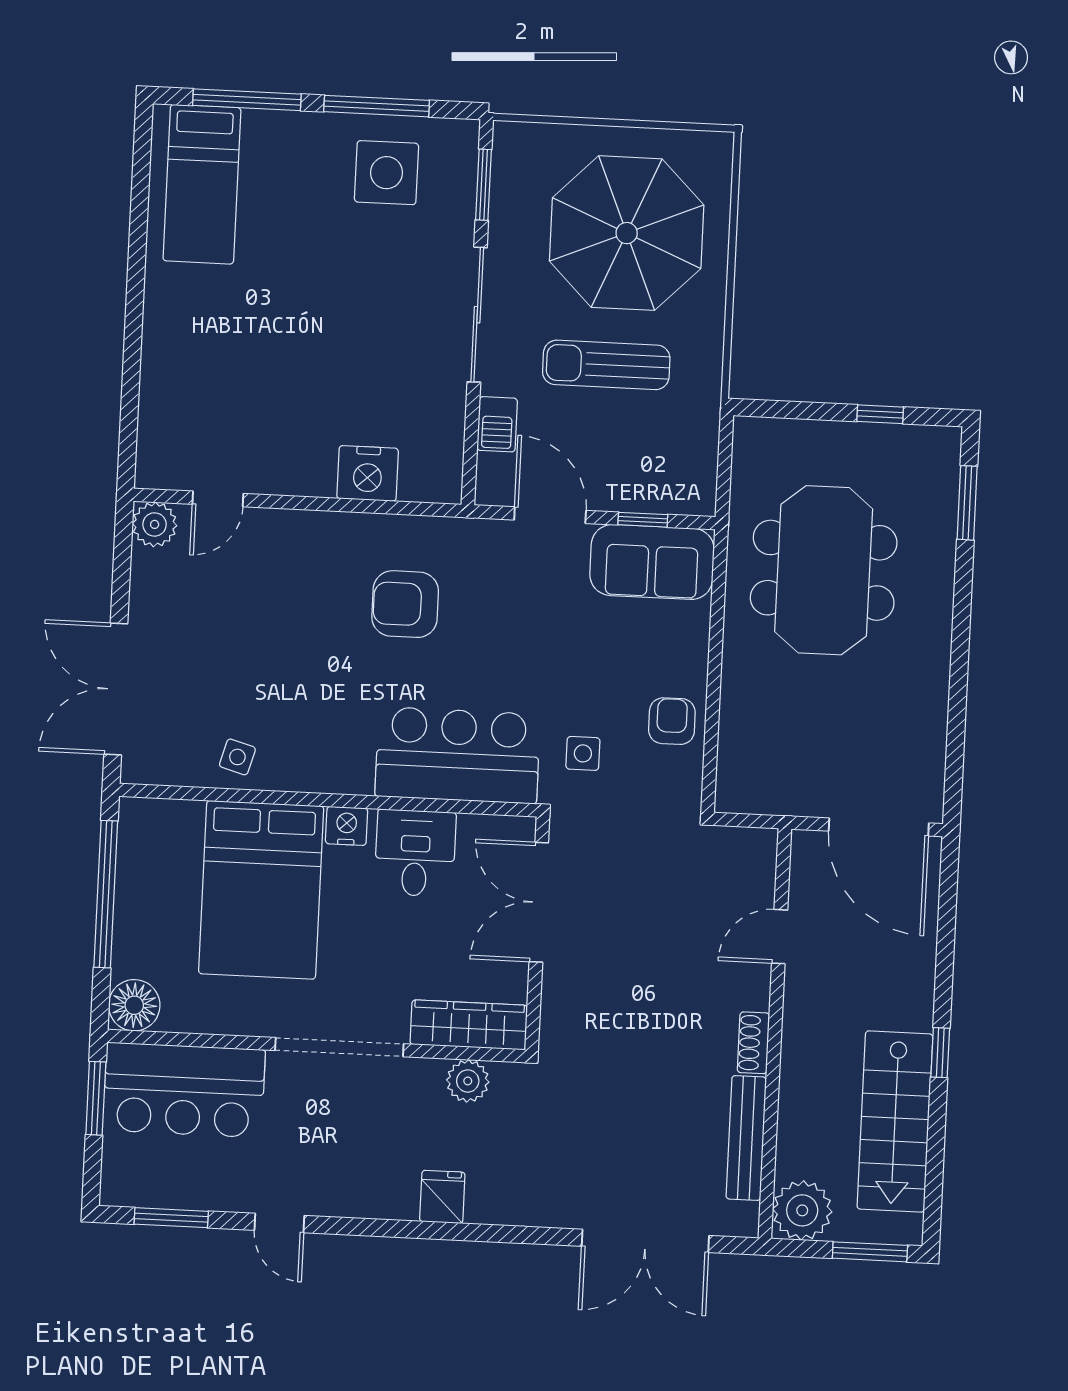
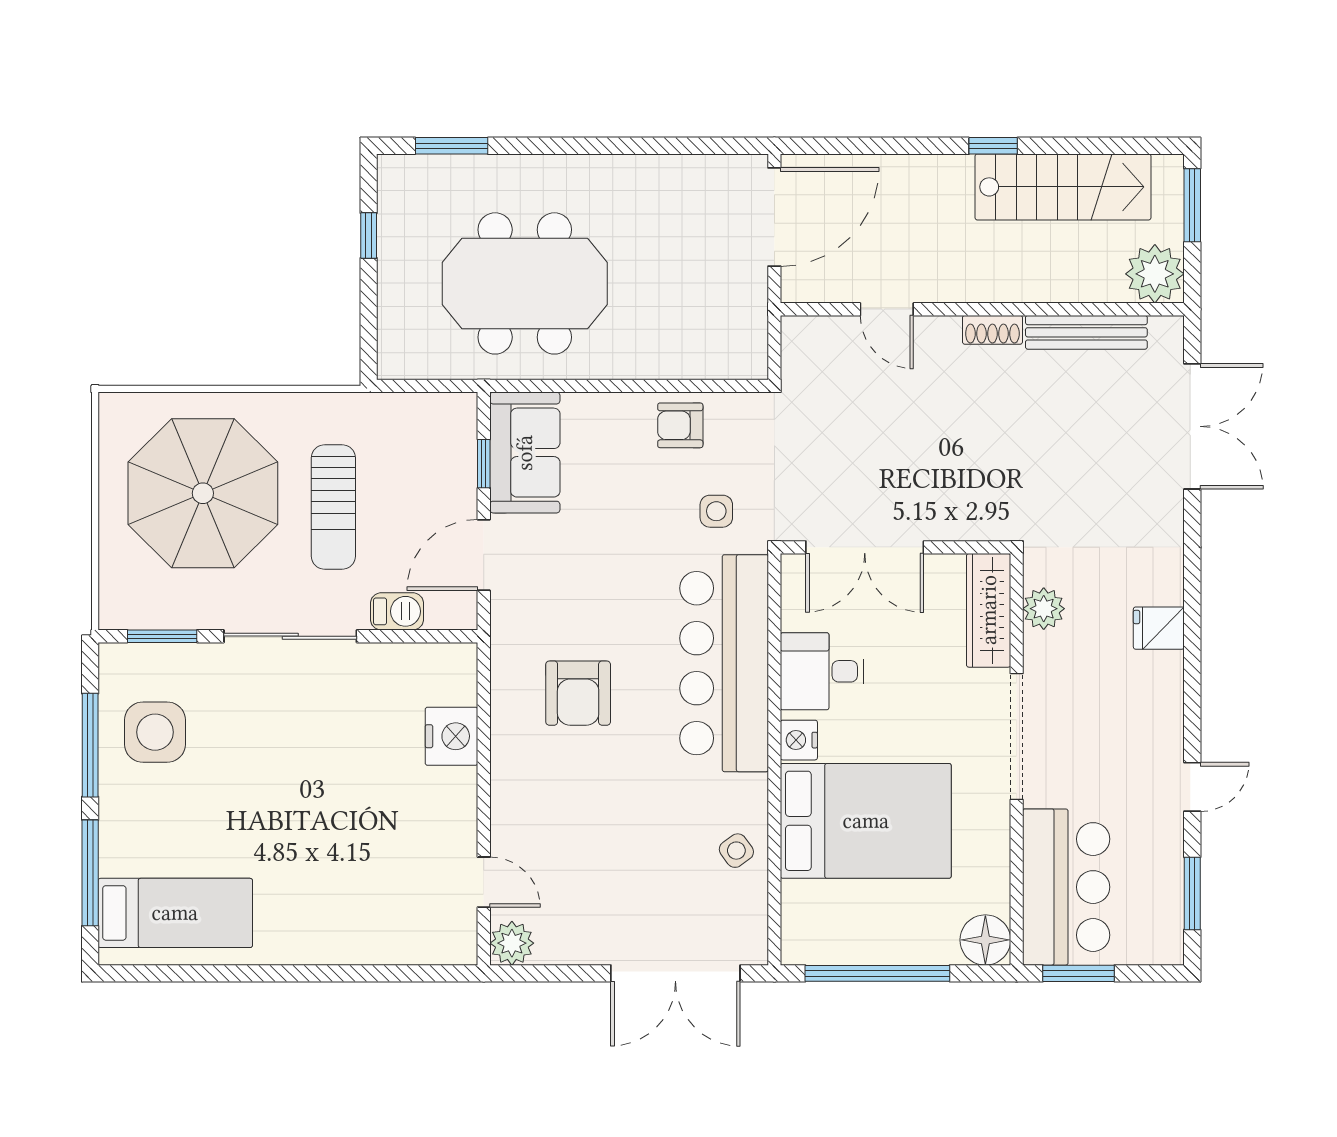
bar counter: (458, 755) -> (724, 663), width x1.36
side table: (237, 757) -> (736, 851), turned 38

